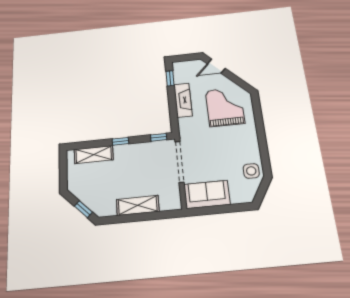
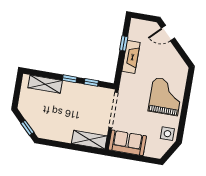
window: (170, 78) -> (124, 43), moved
grand piano: (225, 107) -> (166, 97), moved
window: (159, 137) -> (91, 82), moved
shelving: (138, 205) -> (89, 140), moved

